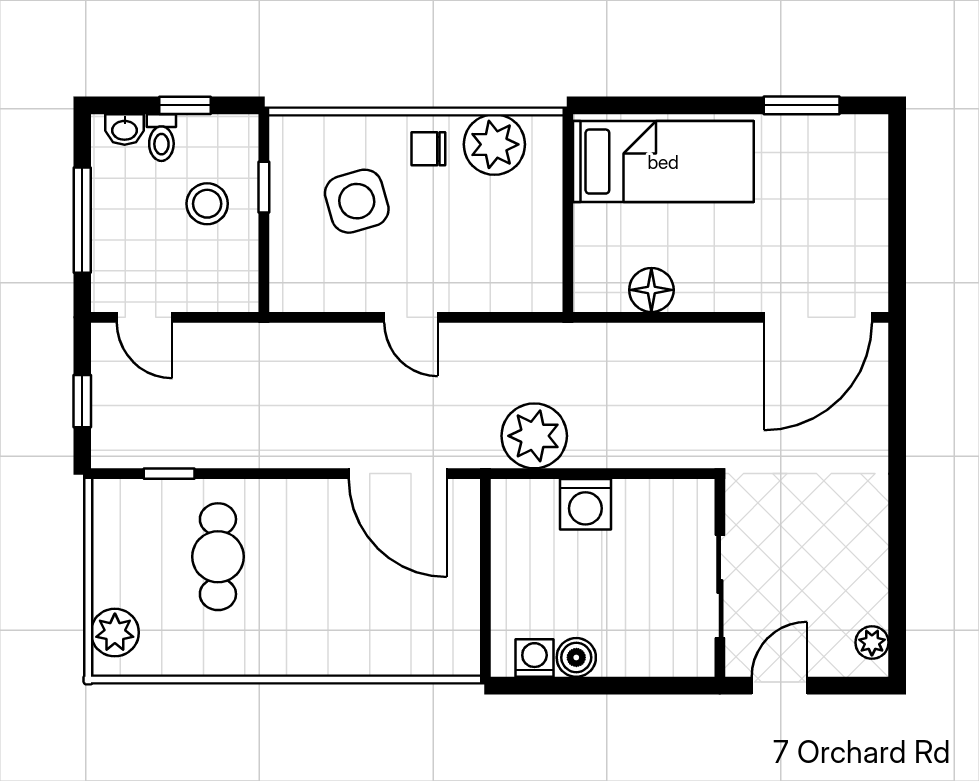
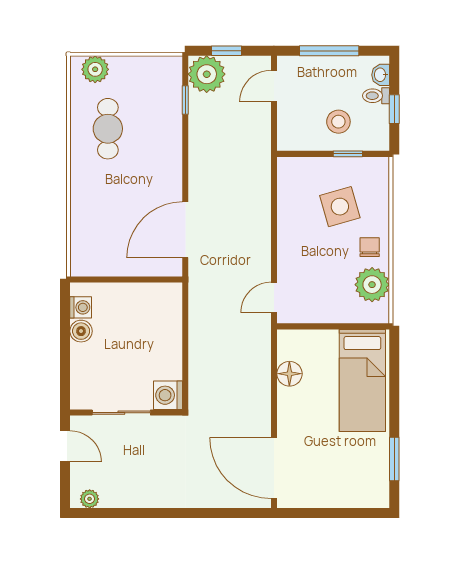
door: (411, 317) -> (274, 297), moved
plant: (534, 436) -> (207, 74), moved
washing machine: (585, 504) -> (168, 395), moved
cafe table: (218, 557) -> (108, 129), moved, turned 90

